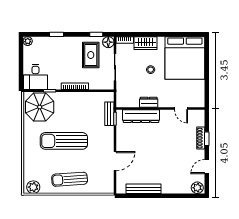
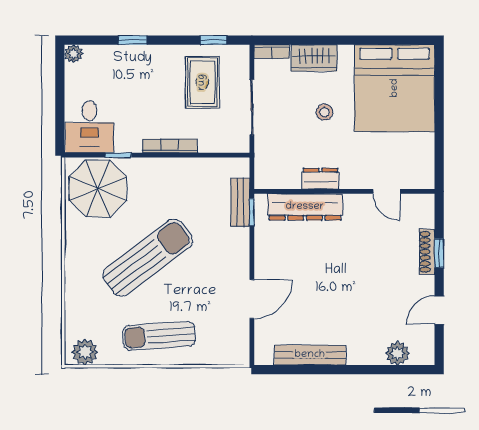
floor lamp: (108, 42) -> (238, 56), removed
sun lounger: (64, 141) -> (148, 258), turned 143
plant: (197, 188) -> (398, 353), moved

